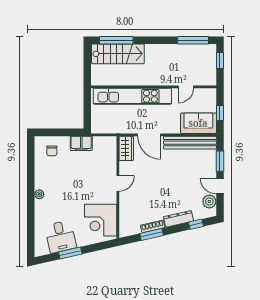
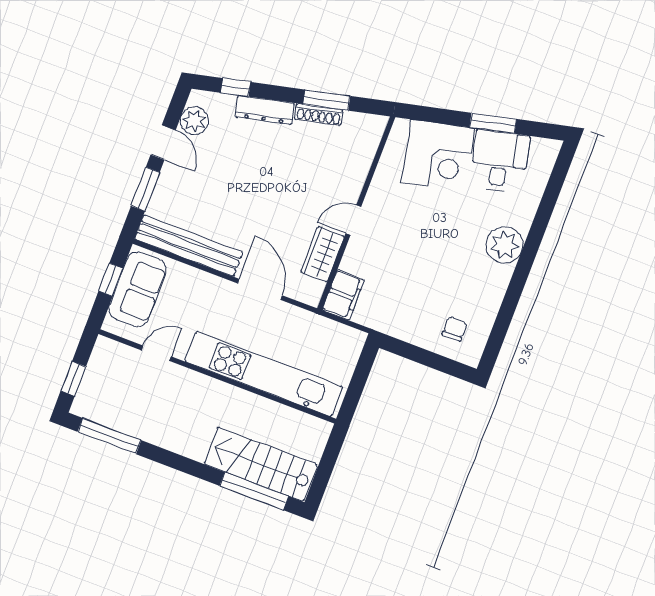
sofa: (198, 123) -> (137, 289), moved, turned -90
filing cabinet: (81, 143) -> (343, 295), moved, turned 90
wardrobe: (126, 148) -> (322, 254), moved
plant: (39, 194) -> (505, 245), width x1.88, depth x1.88
corner desk: (101, 220) -> (438, 156), moved, turned 77

